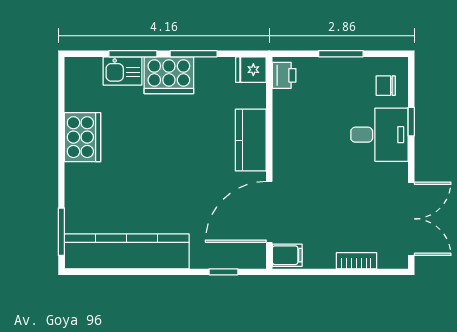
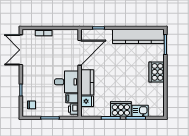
fridge: (251, 70) -> (87, 101), moved
desk: (379, 135) -> (66, 82), moved, turned 180
cooker: (82, 137) -> (157, 72), moved
filing cabinet: (287, 255) -> (72, 98), moved

